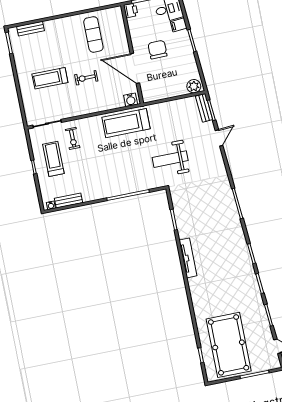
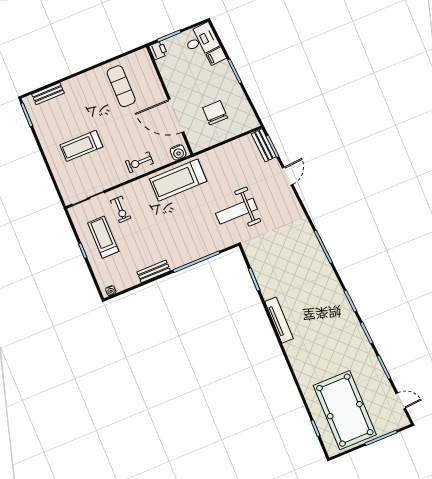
chair: (157, 50) -> (215, 113), moved
exercise bike: (86, 78) -> (139, 162), moved
plant: (194, 86) -> (247, 123), removed
bench: (69, 200) -> (154, 271), moved

